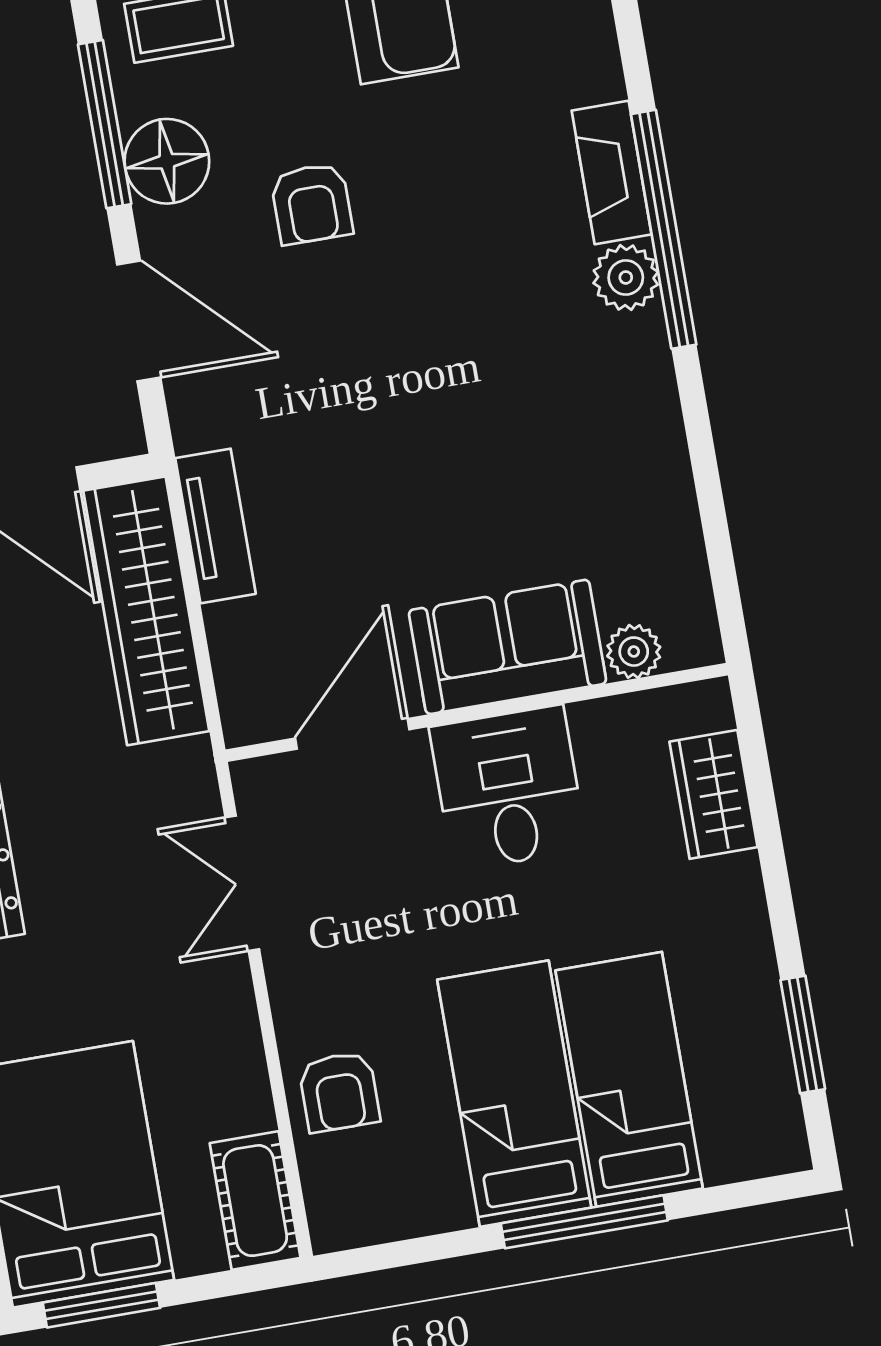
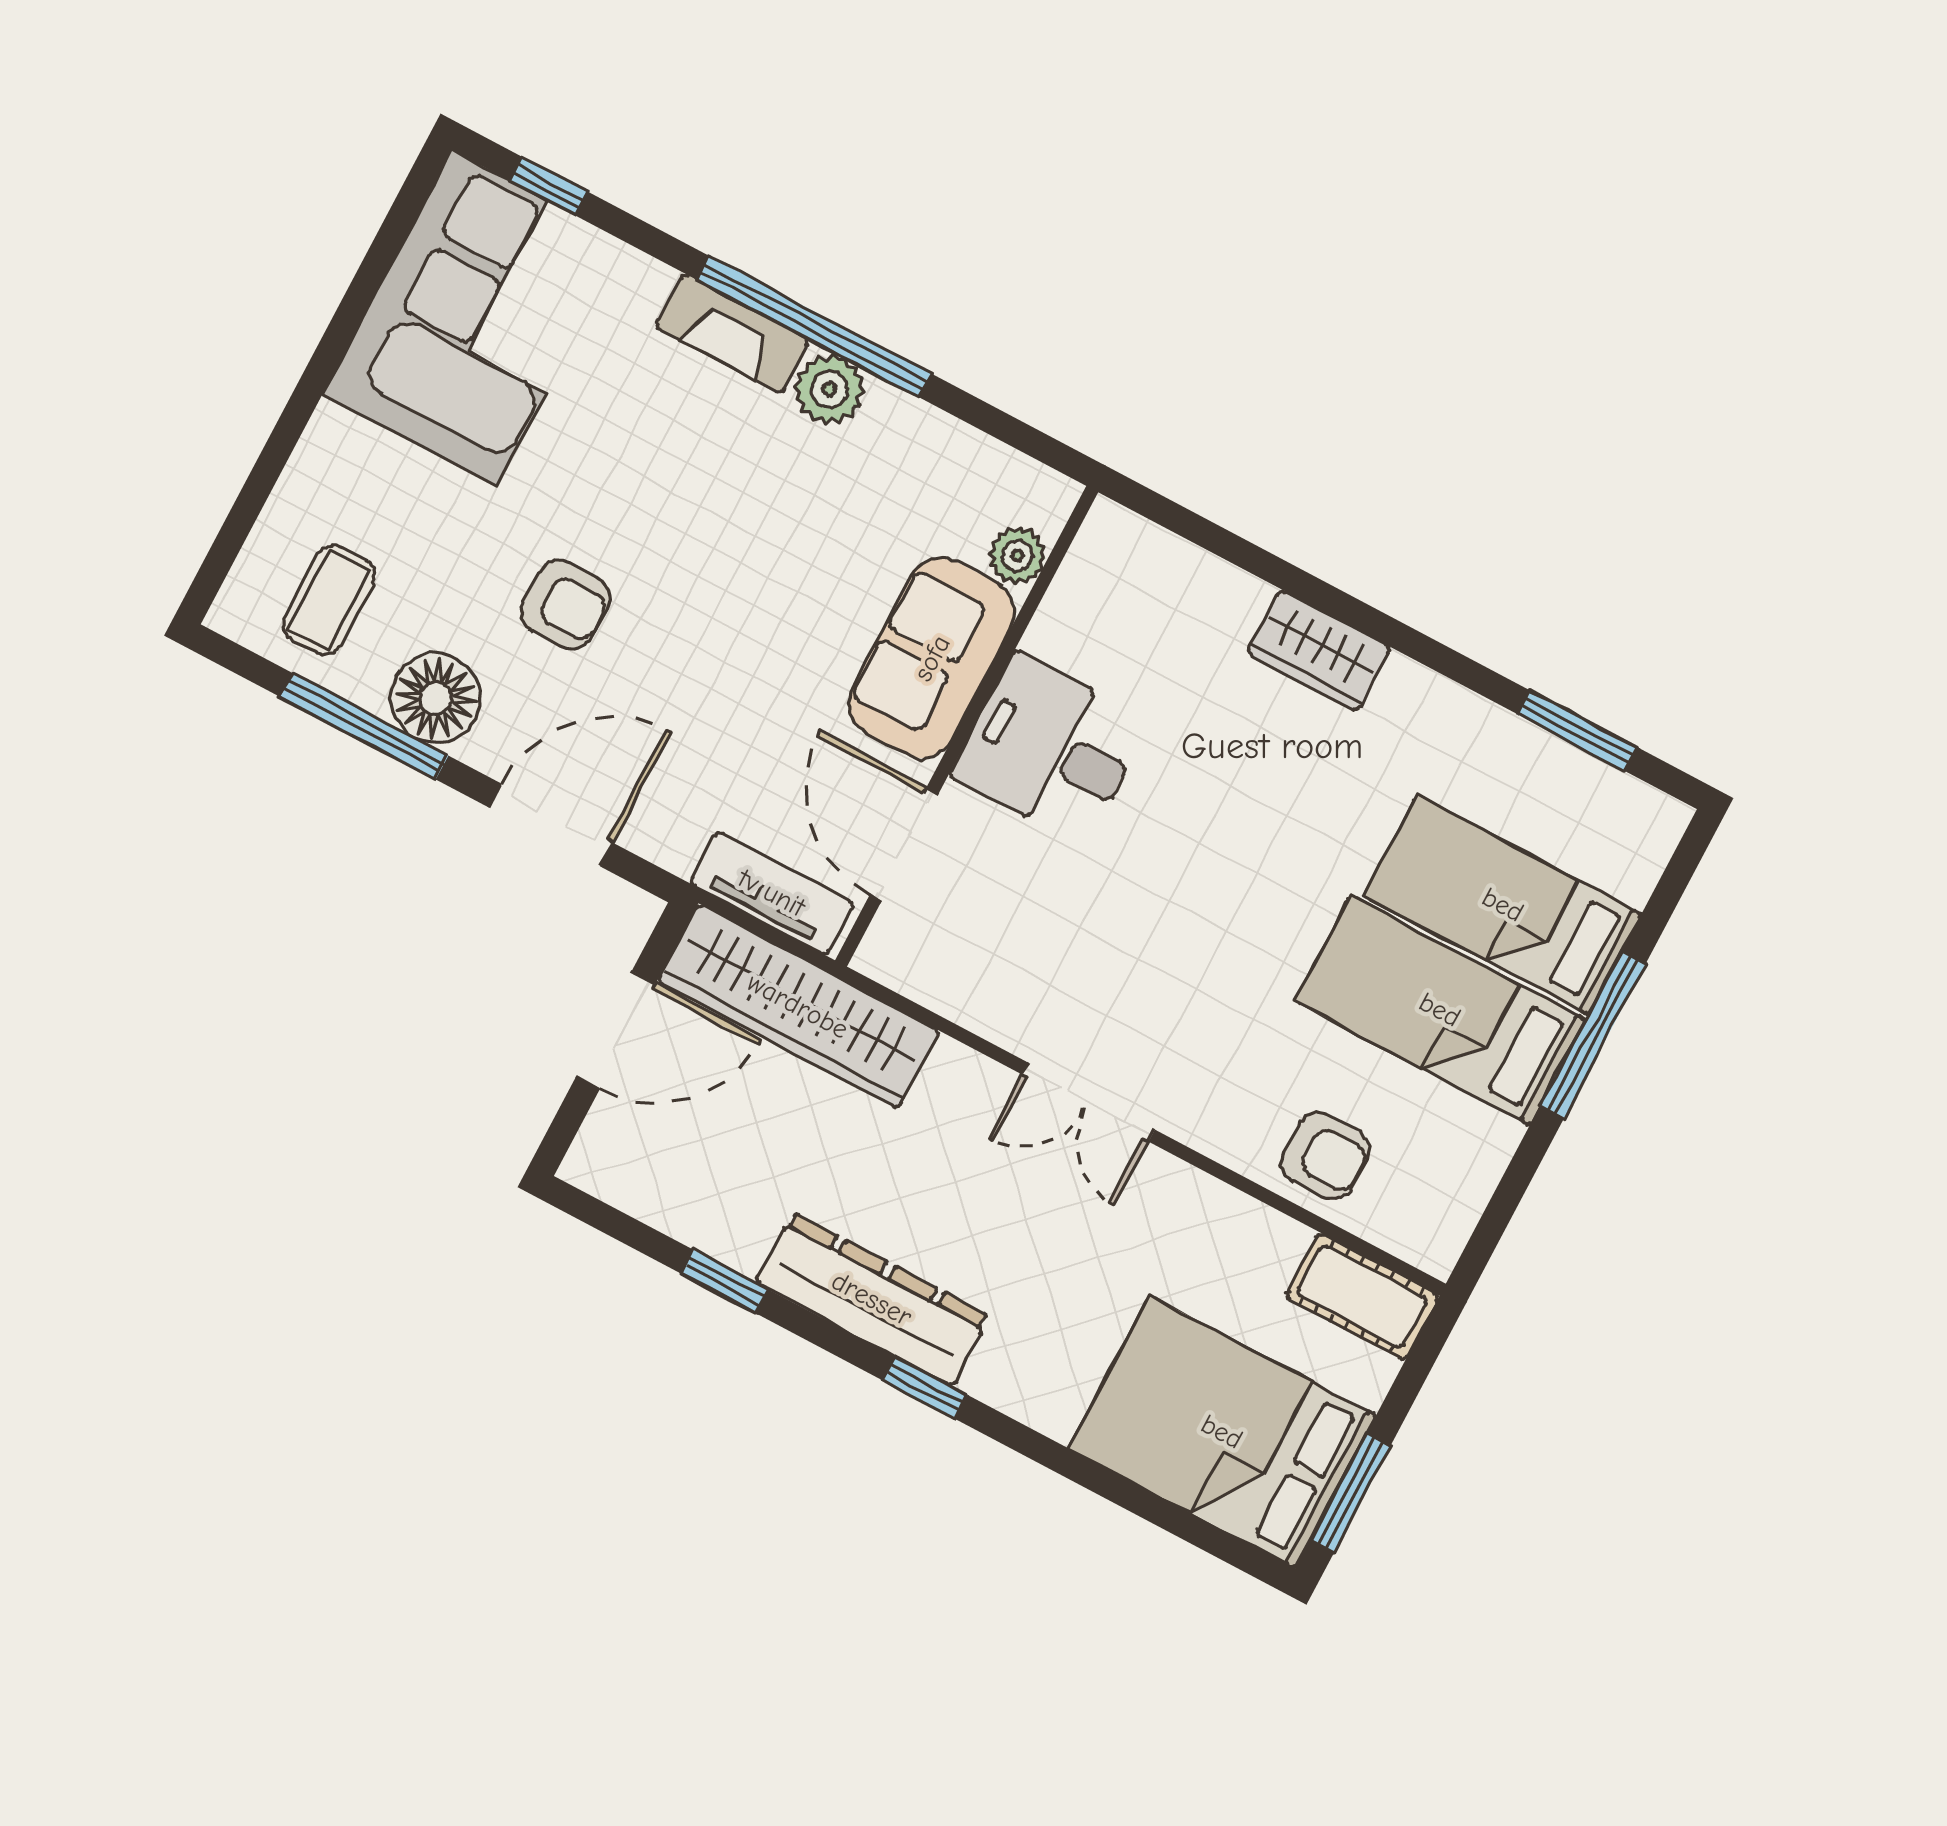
sofa: (507, 647) -> (932, 658), moved
plant: (634, 652) -> (1017, 555), moved
wall: (477, 712) -> (967, 726), moved
door: (352, 734) -> (904, 844), moved
desk: (508, 788) -> (1050, 749), moved

